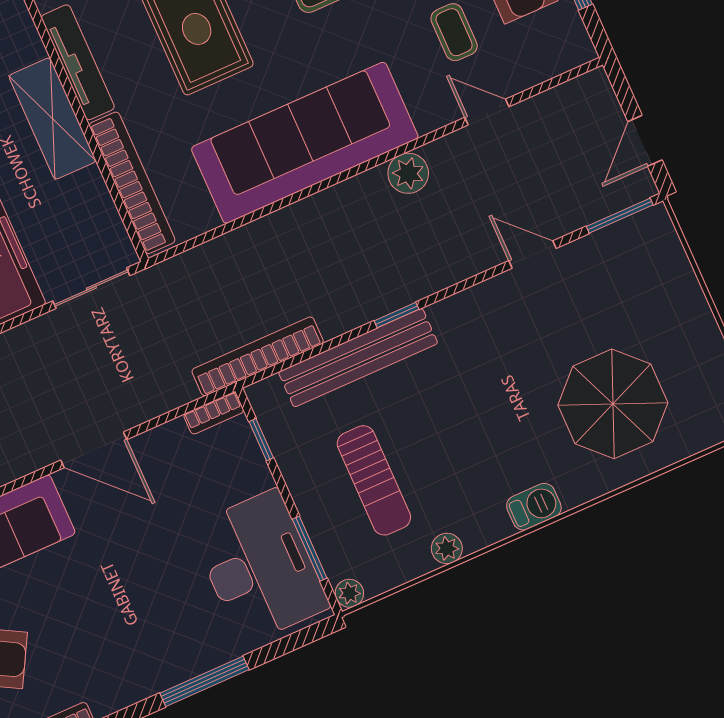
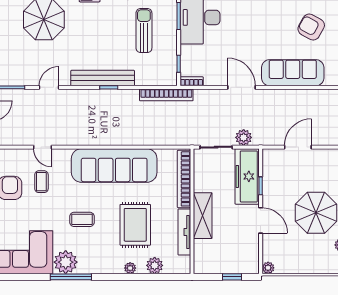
plant: (408, 173) -> (244, 137), moved
door: (532, 254) -> (49, 87), swing flipped
bench: (358, 358) -> (103, 78), moved

